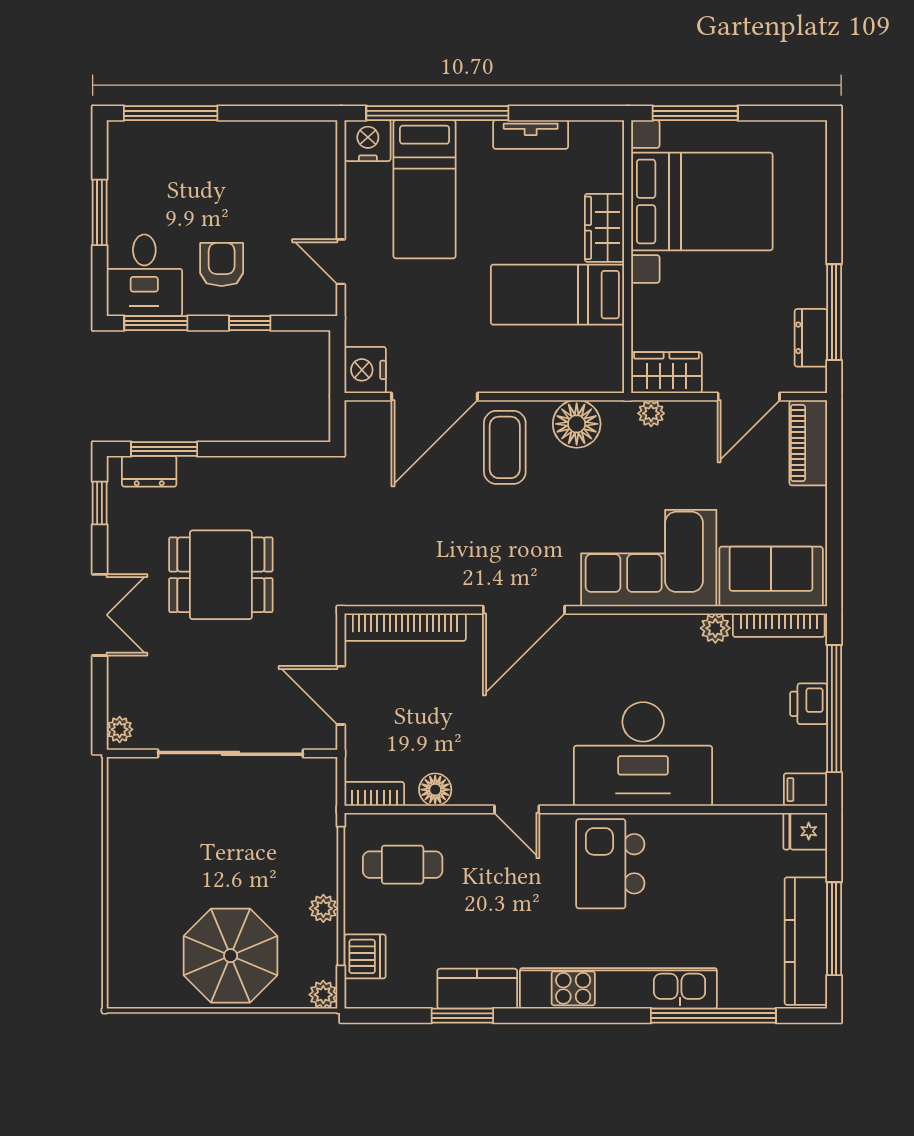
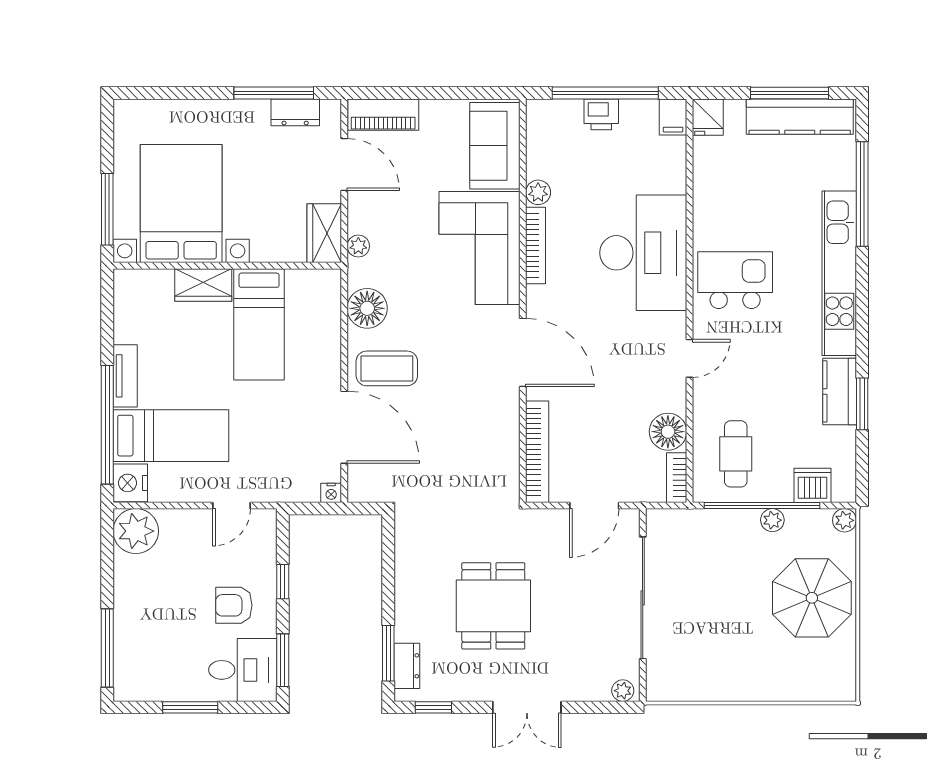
tv unit: (531, 134) -> (125, 376), moved
plant: (310, 147) -> (136, 531), added
nightstand: (365, 370) -> (331, 493), width x0.53, depth x0.56
double door: (100, 615) -> (527, 707), swing flipped
bookcase: (779, 625) -> (535, 245), moved
floor lamp: (435, 790) -> (668, 432), width x1.38, depth x1.38
kitchen island: (610, 864) -> (735, 280), turned 180

